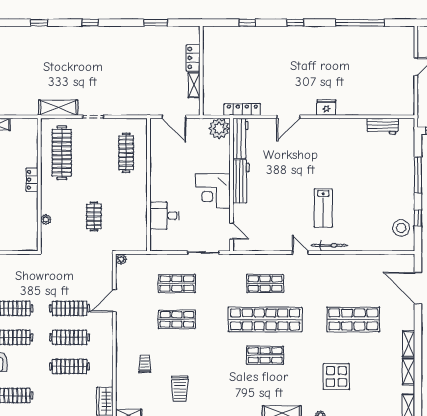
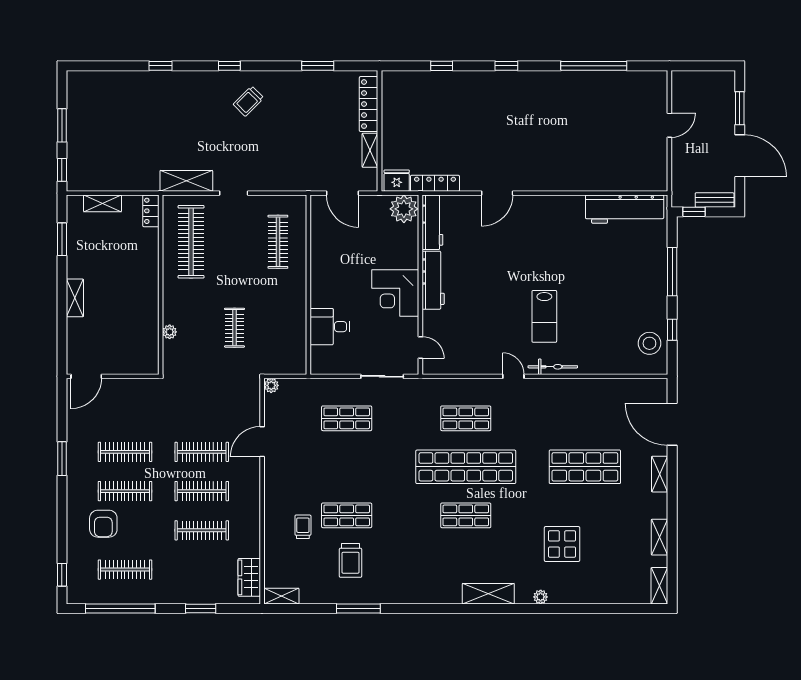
trolley: (104, 49) -> (249, 101), added
locker: (193, 58) -> (369, 104), width x1.53
fridge: (326, 108) -> (397, 181), moved
workbench: (383, 126) -> (625, 209), width x1.88, depth x1.32
locker: (32, 180) -> (151, 211), moved
shop shelf: (177, 319) -> (347, 515), moved
shelving: (409, 344) -> (660, 474), moved

